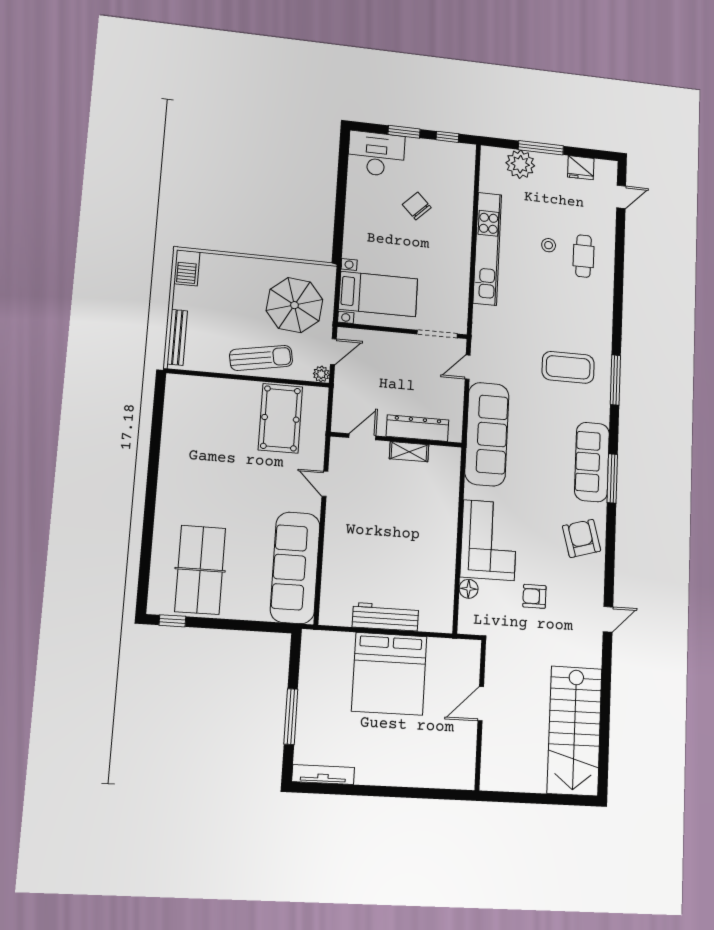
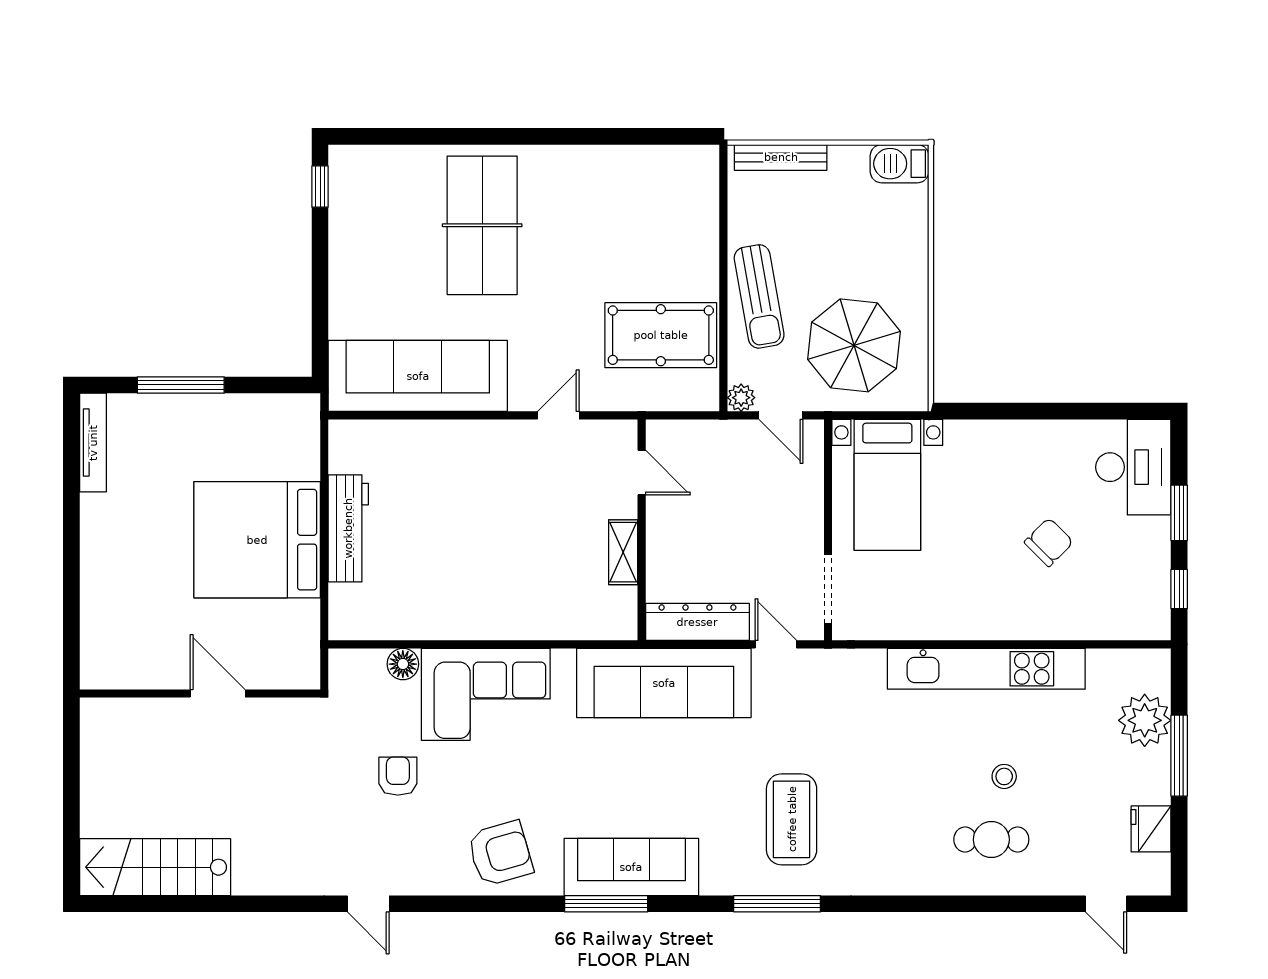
dresser: (417, 428) -> (697, 622), moved, turned -90
table tennis table: (200, 570) -> (482, 225), moved, turned 90
stairs: (574, 731) -> (155, 867), width x0.73, depth x0.66

